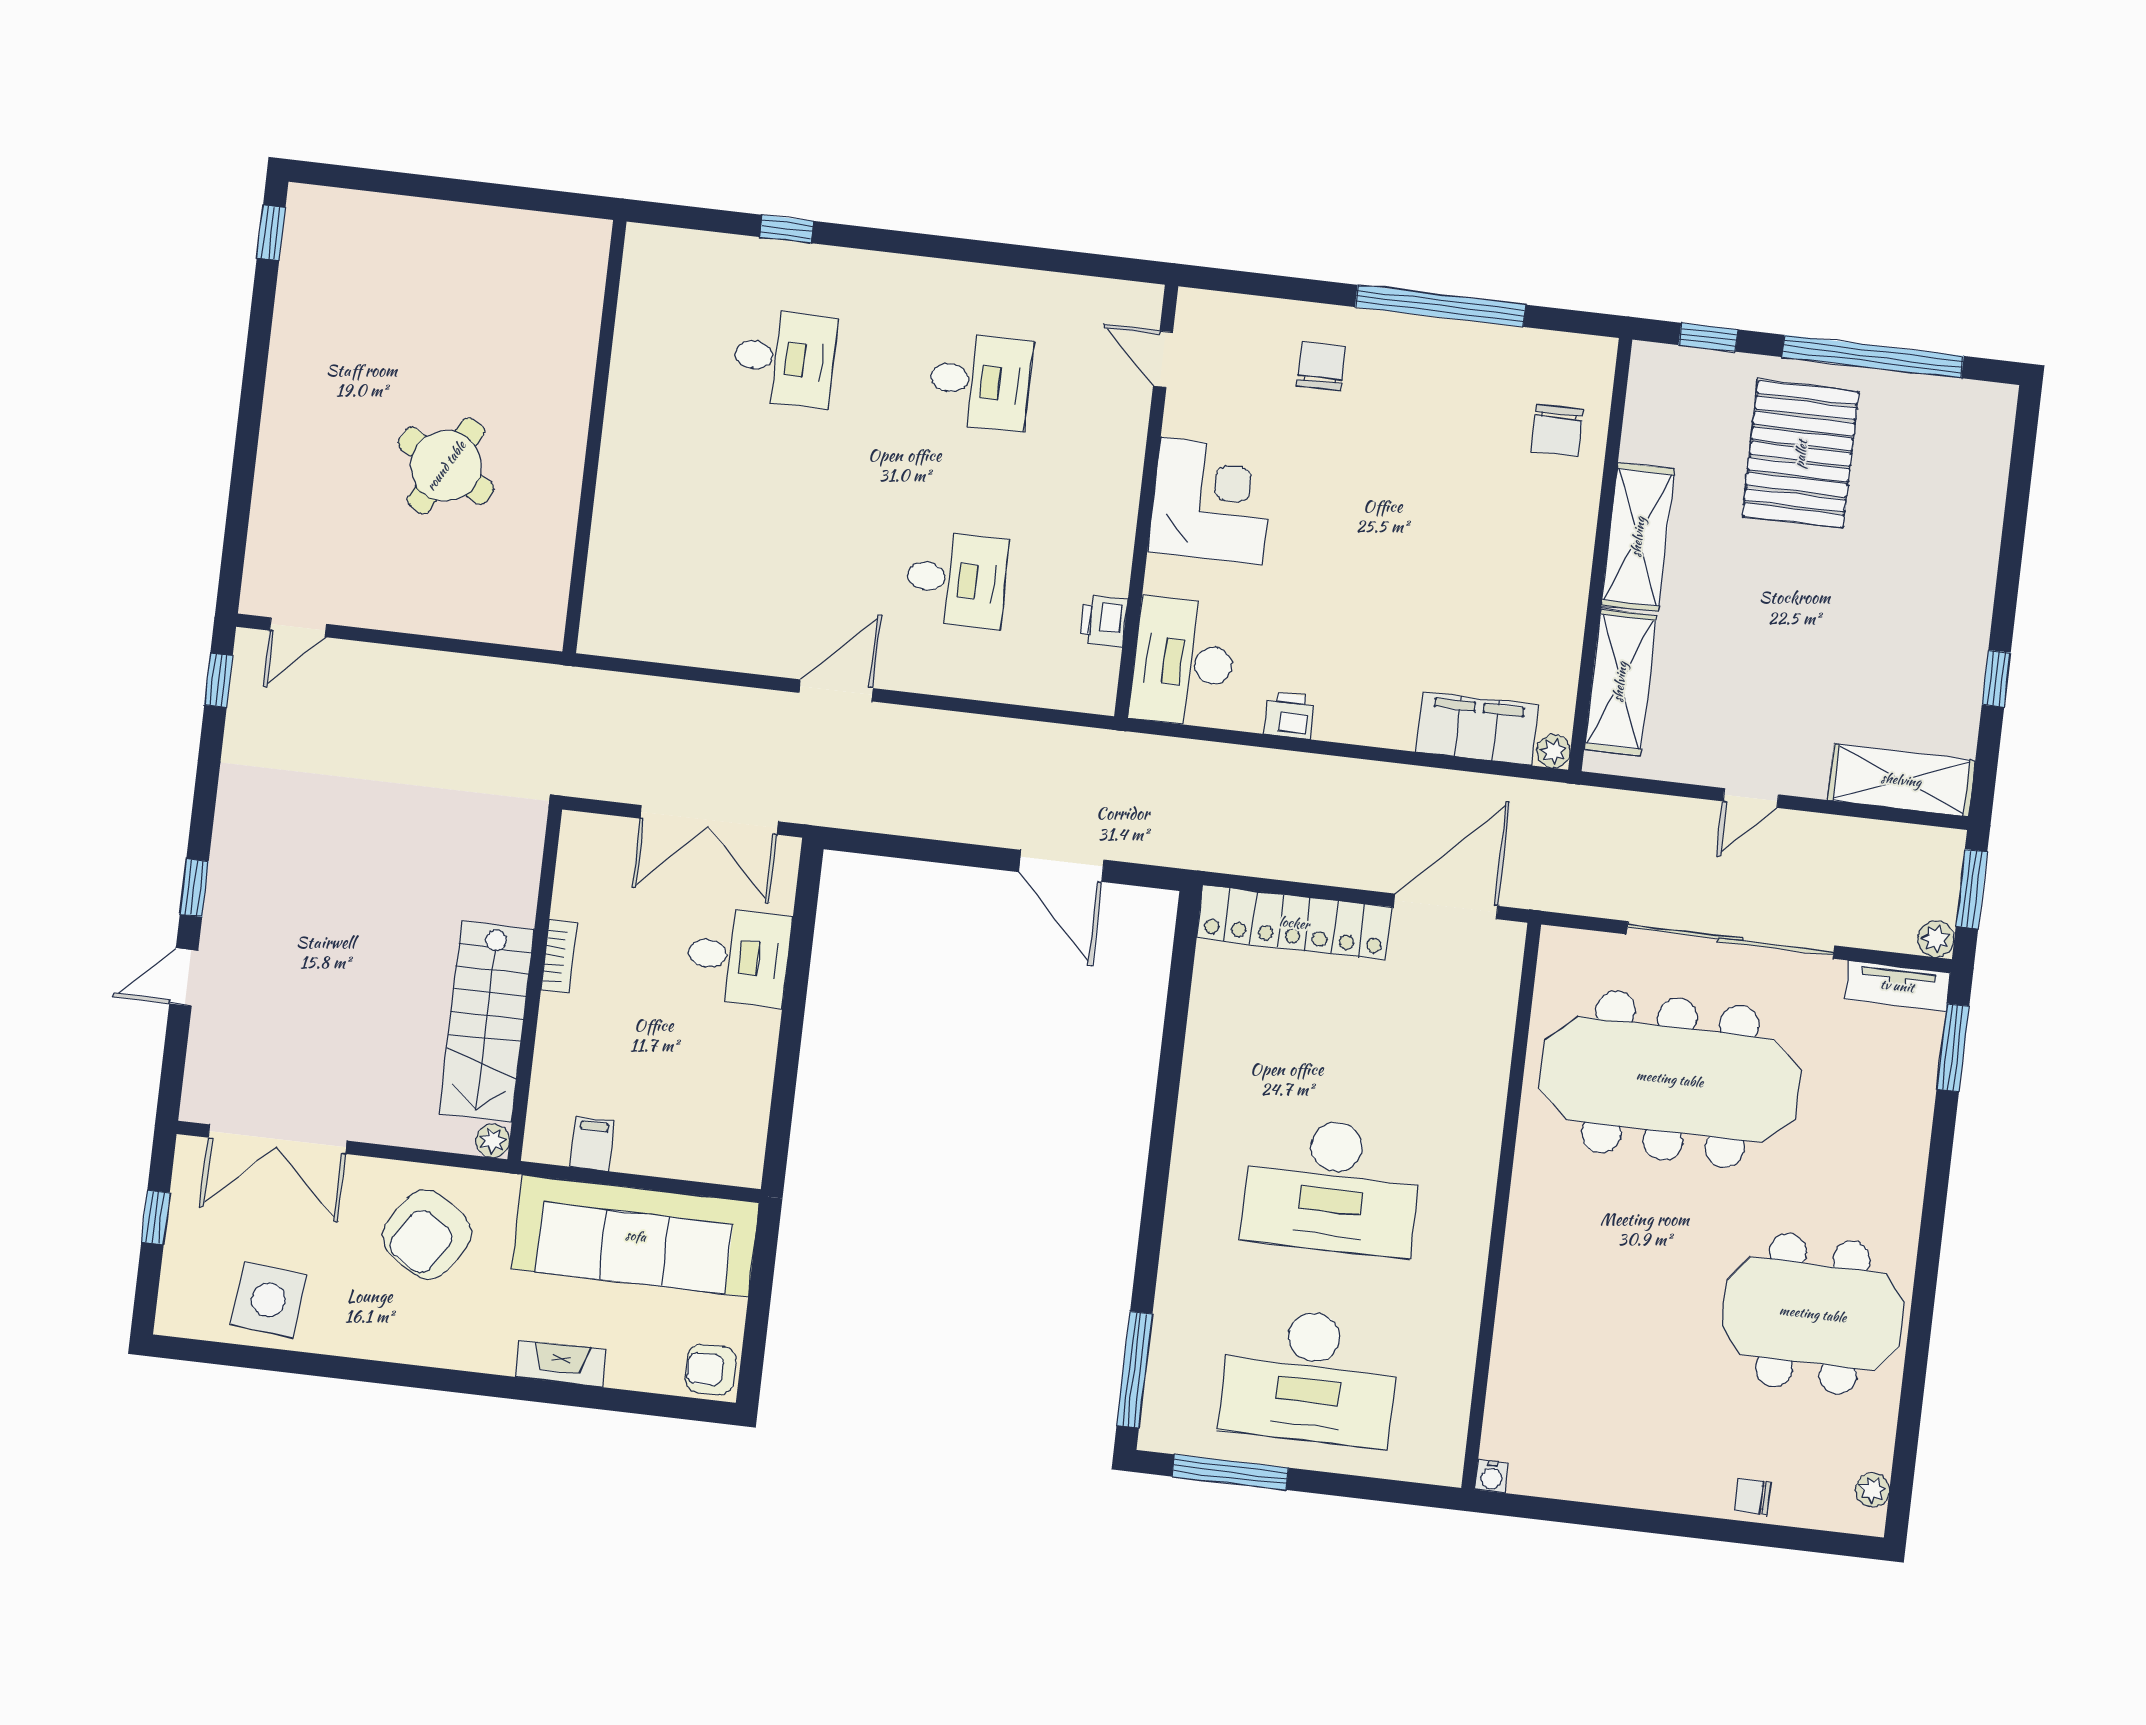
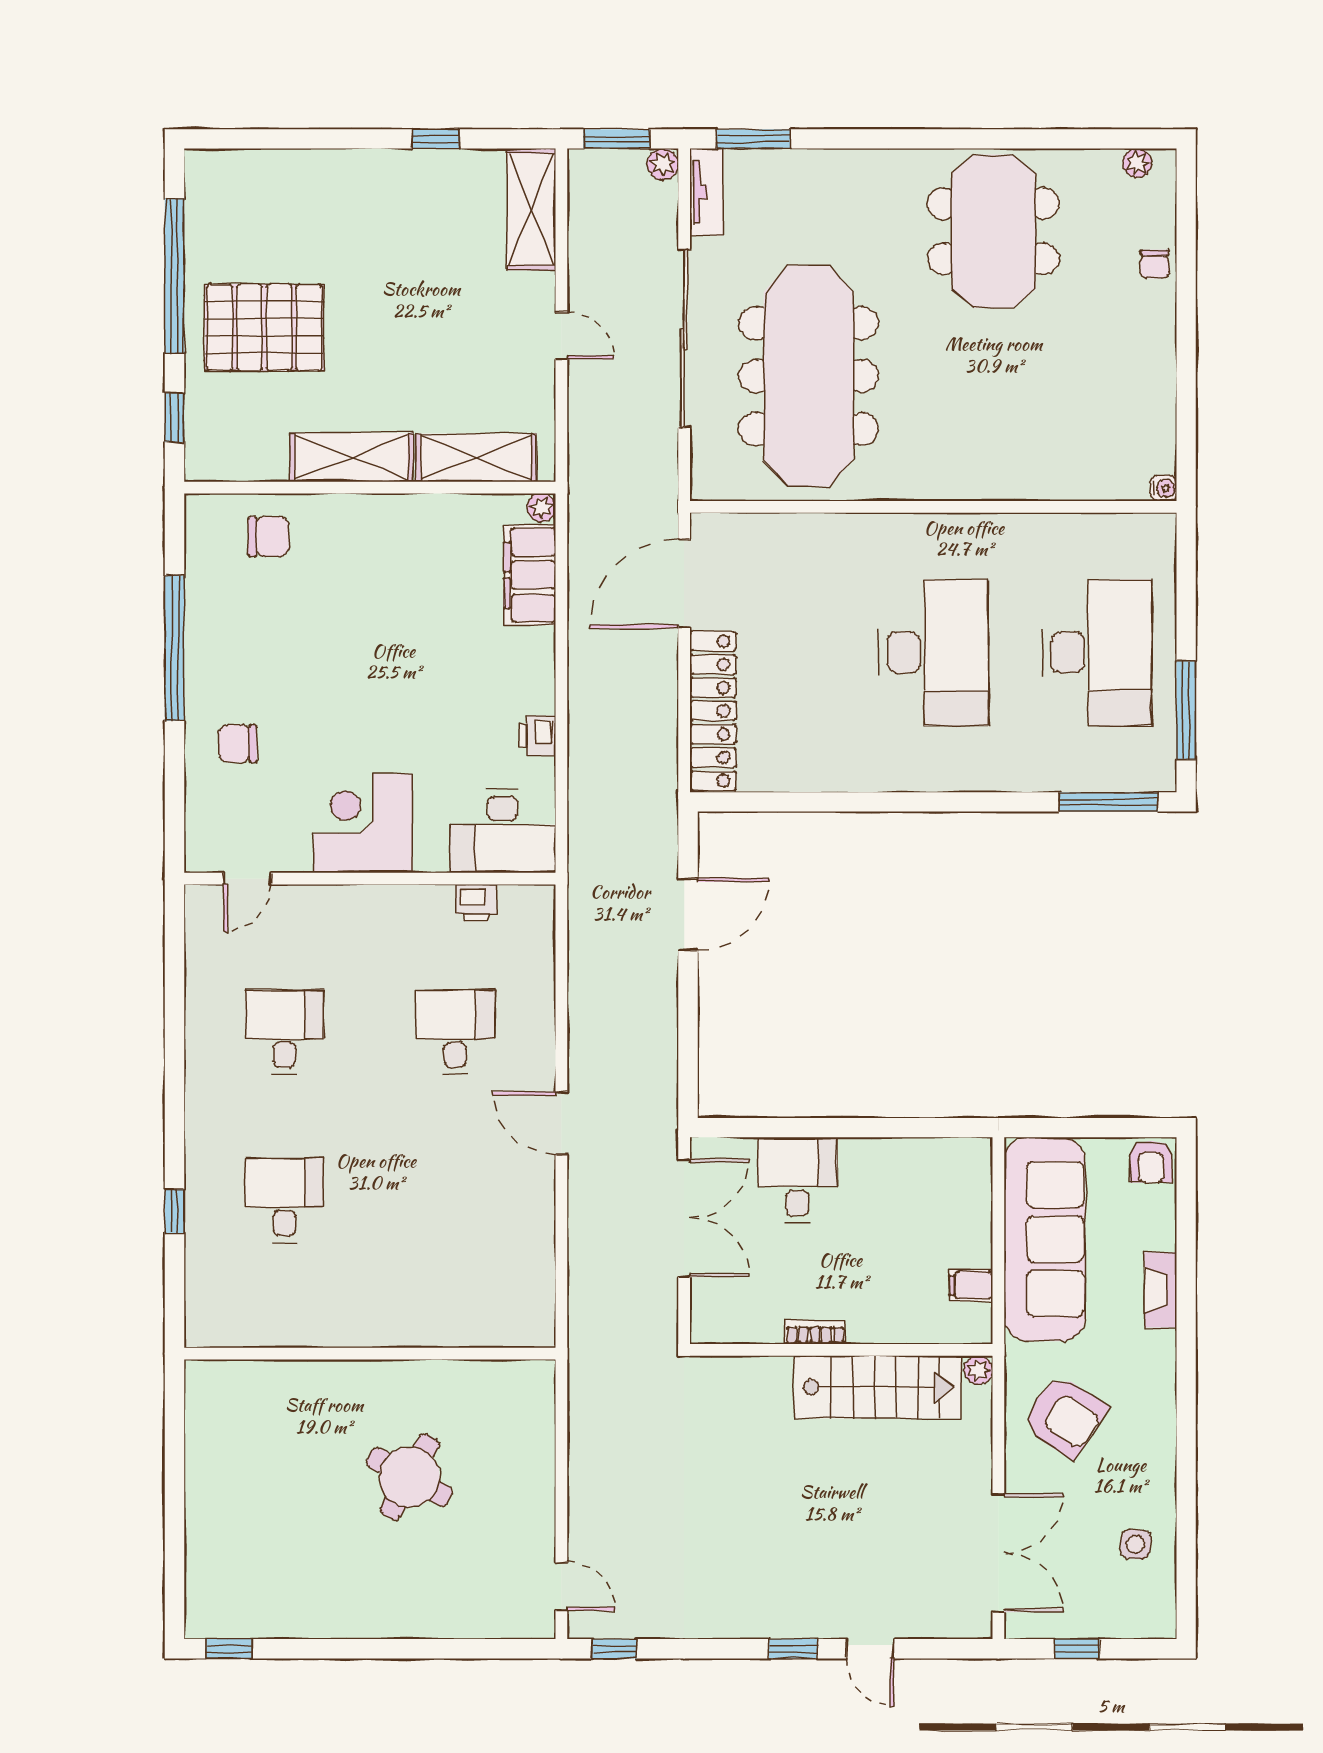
door: (1446, 906) -> (684, 584), hinge flipped
side table: (269, 1300) -> (1136, 1544), width x0.54, depth x0.54

